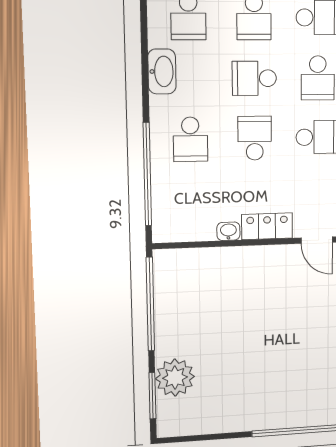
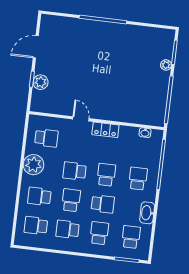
school desk: (255, 138) -> (106, 175), turned 180
washbasin: (228, 231) -> (145, 133), moved
plant: (175, 378) -> (166, 65), width x0.53, depth x0.53

